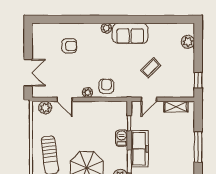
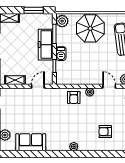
sofa: (130, 33) -> (31, 142), moved
coffee table: (151, 68) -> (36, 113), removed

